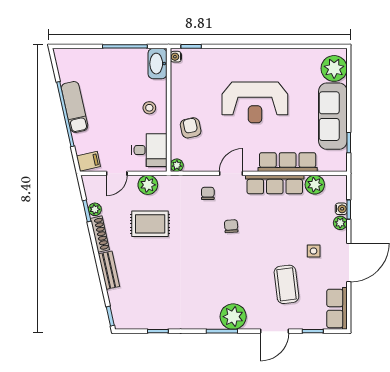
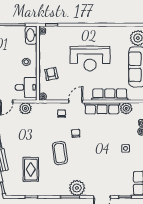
rug: (150, 224) -> (31, 169), moved, turned 90
coffee table: (286, 284) -> (60, 153), moved

